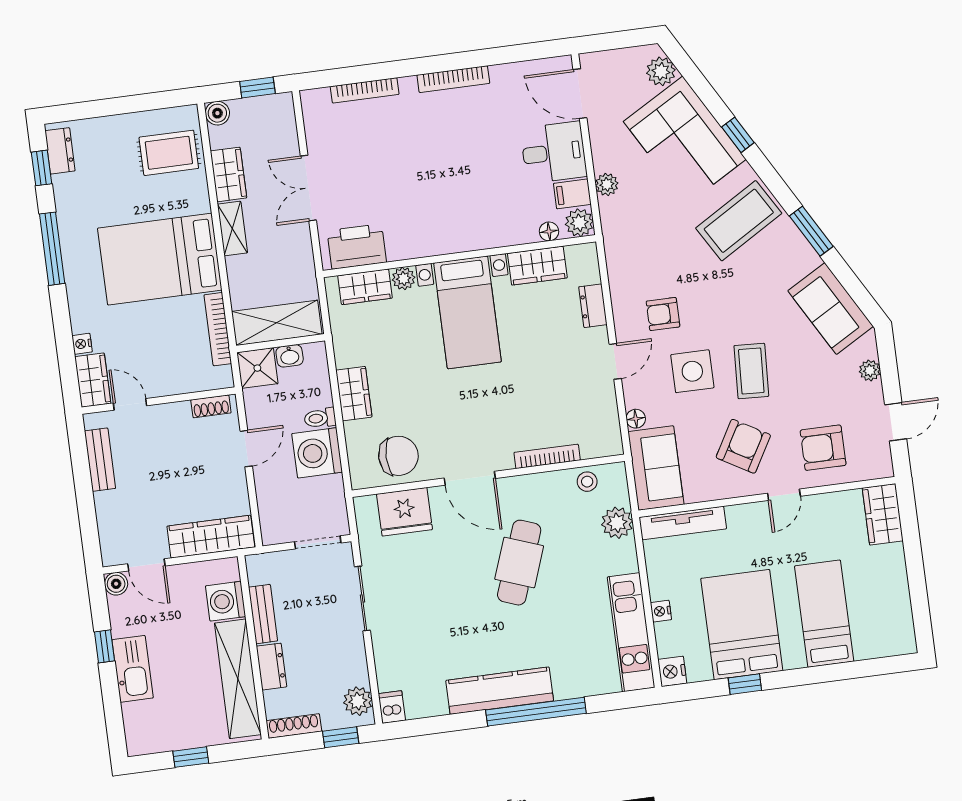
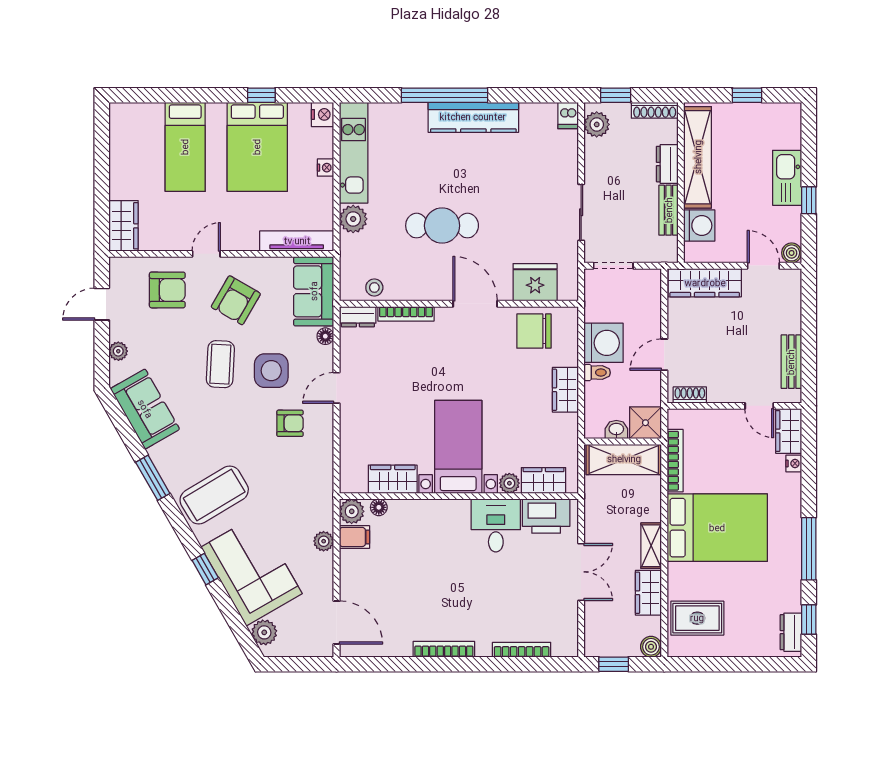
desk: (554, 152) -> (496, 525), moved, turned 90
dresser: (593, 306) -> (358, 317), moved, turned 90
plant: (617, 523) -> (353, 219), moved
cafe table: (519, 563) -> (442, 226), turned 70

